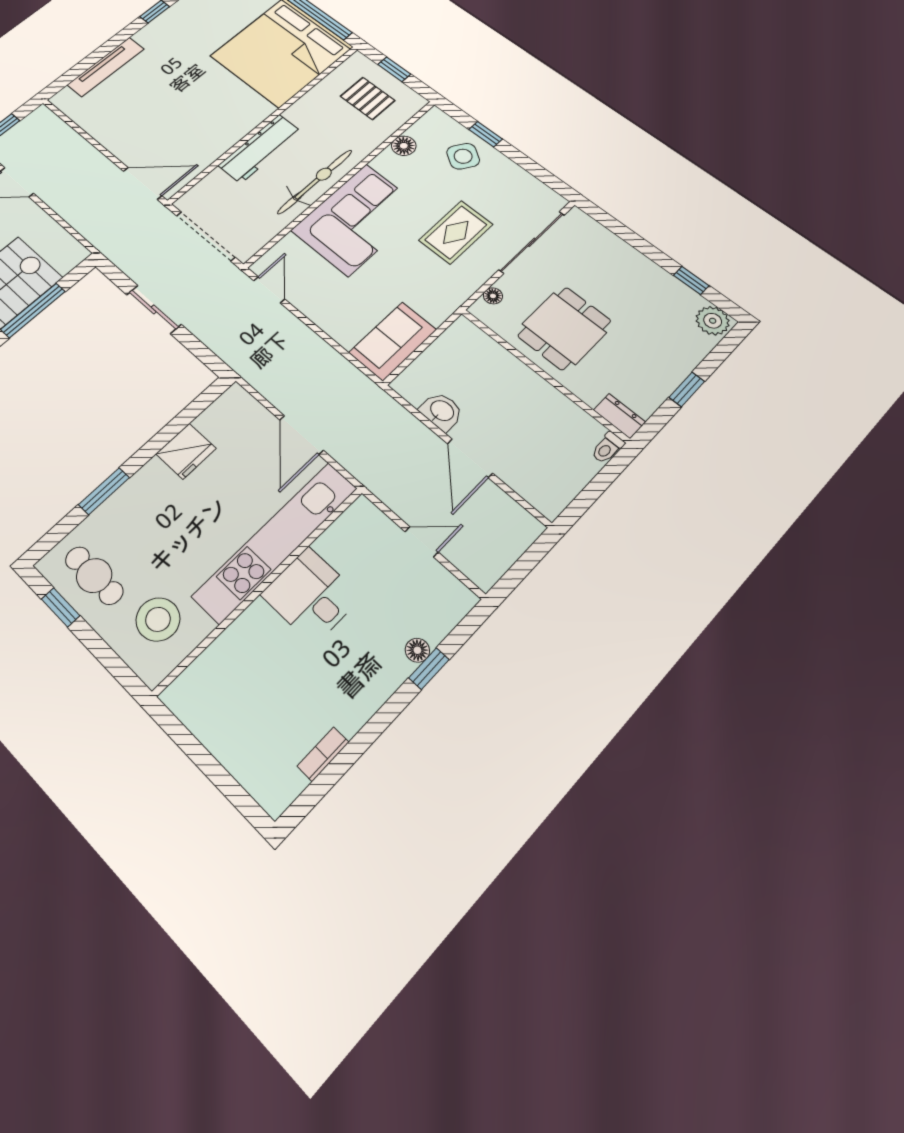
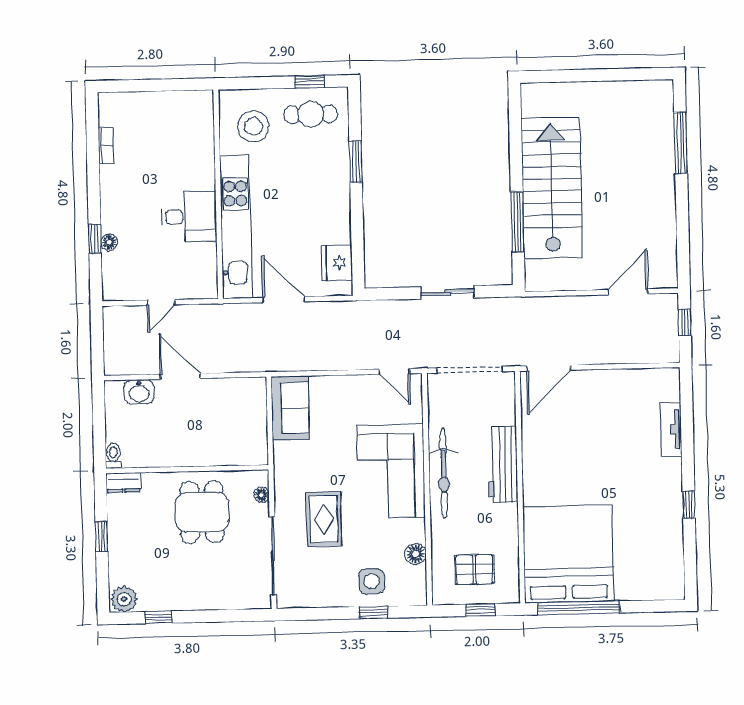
tv unit: (106, 67) -> (671, 429), width x0.71
side table: (463, 156) -> (372, 581), turned -33
washbasin: (441, 411) -> (139, 392), moved
fridge: (186, 451) -> (337, 263), moved

